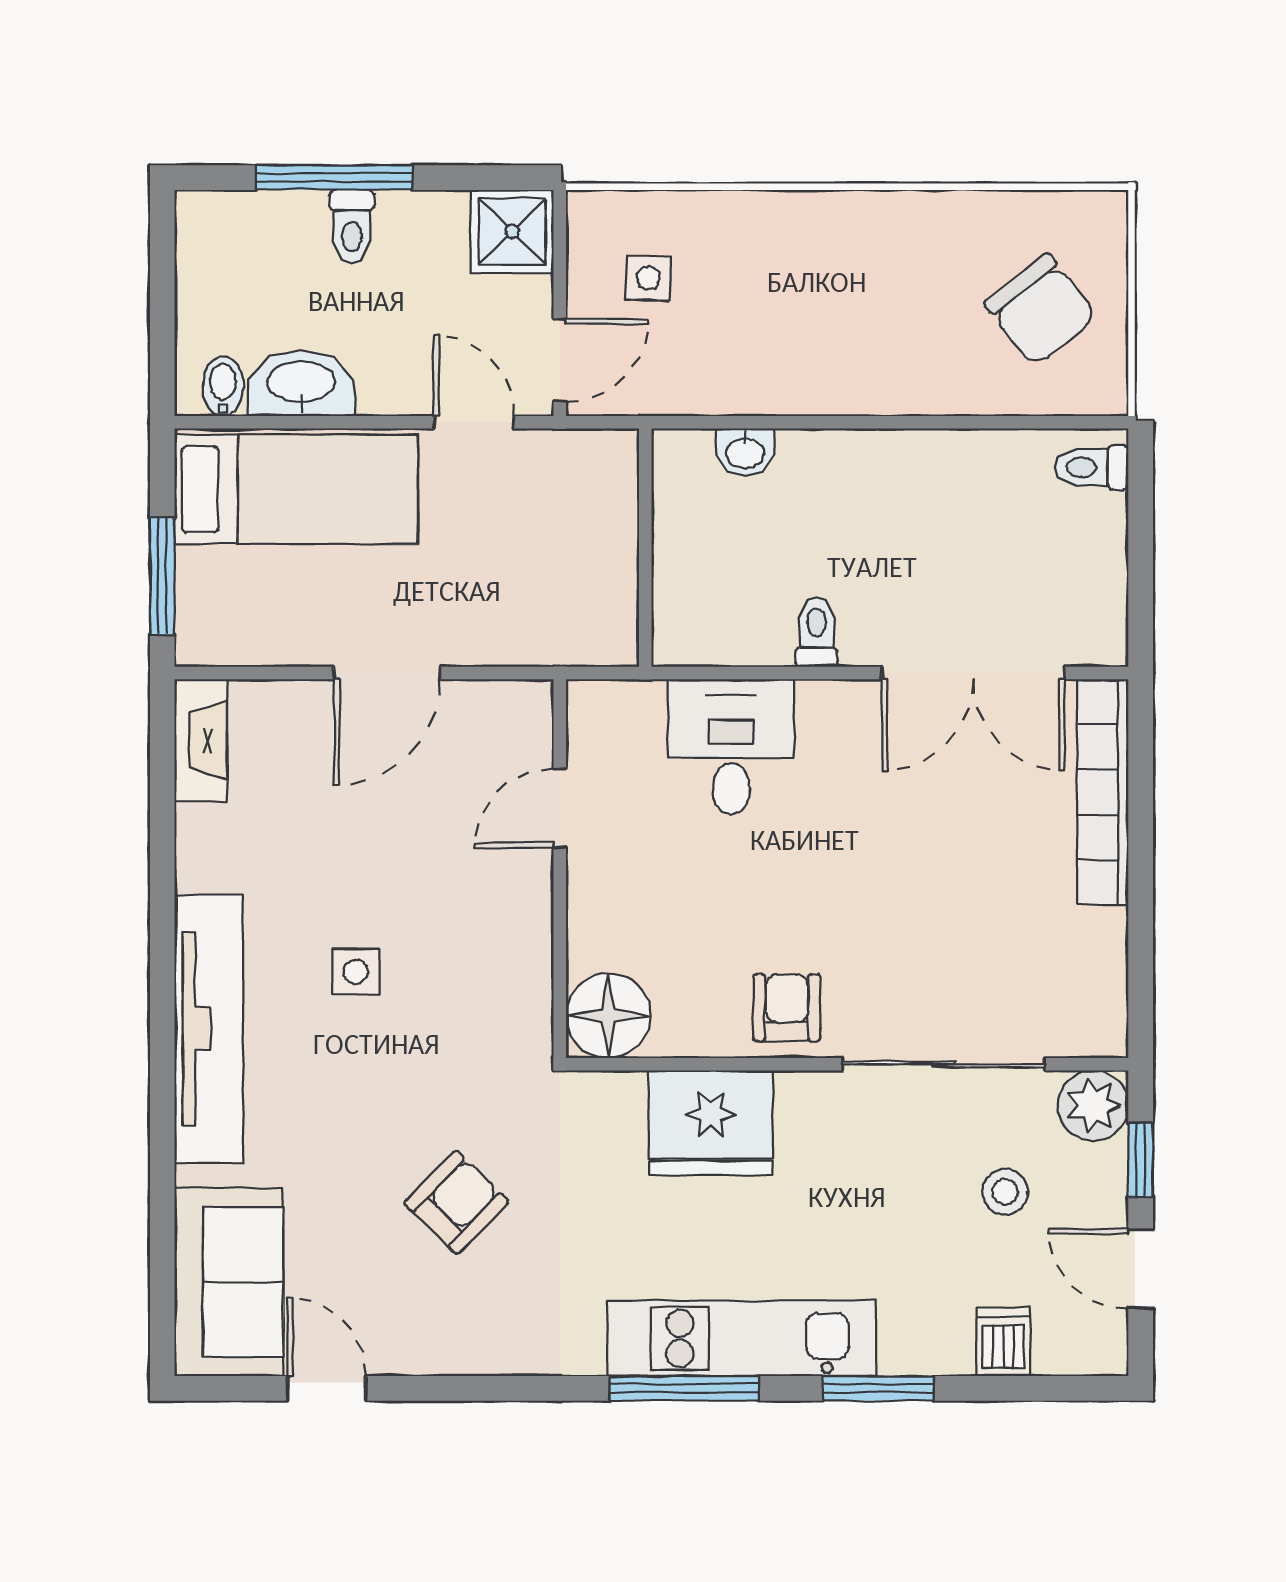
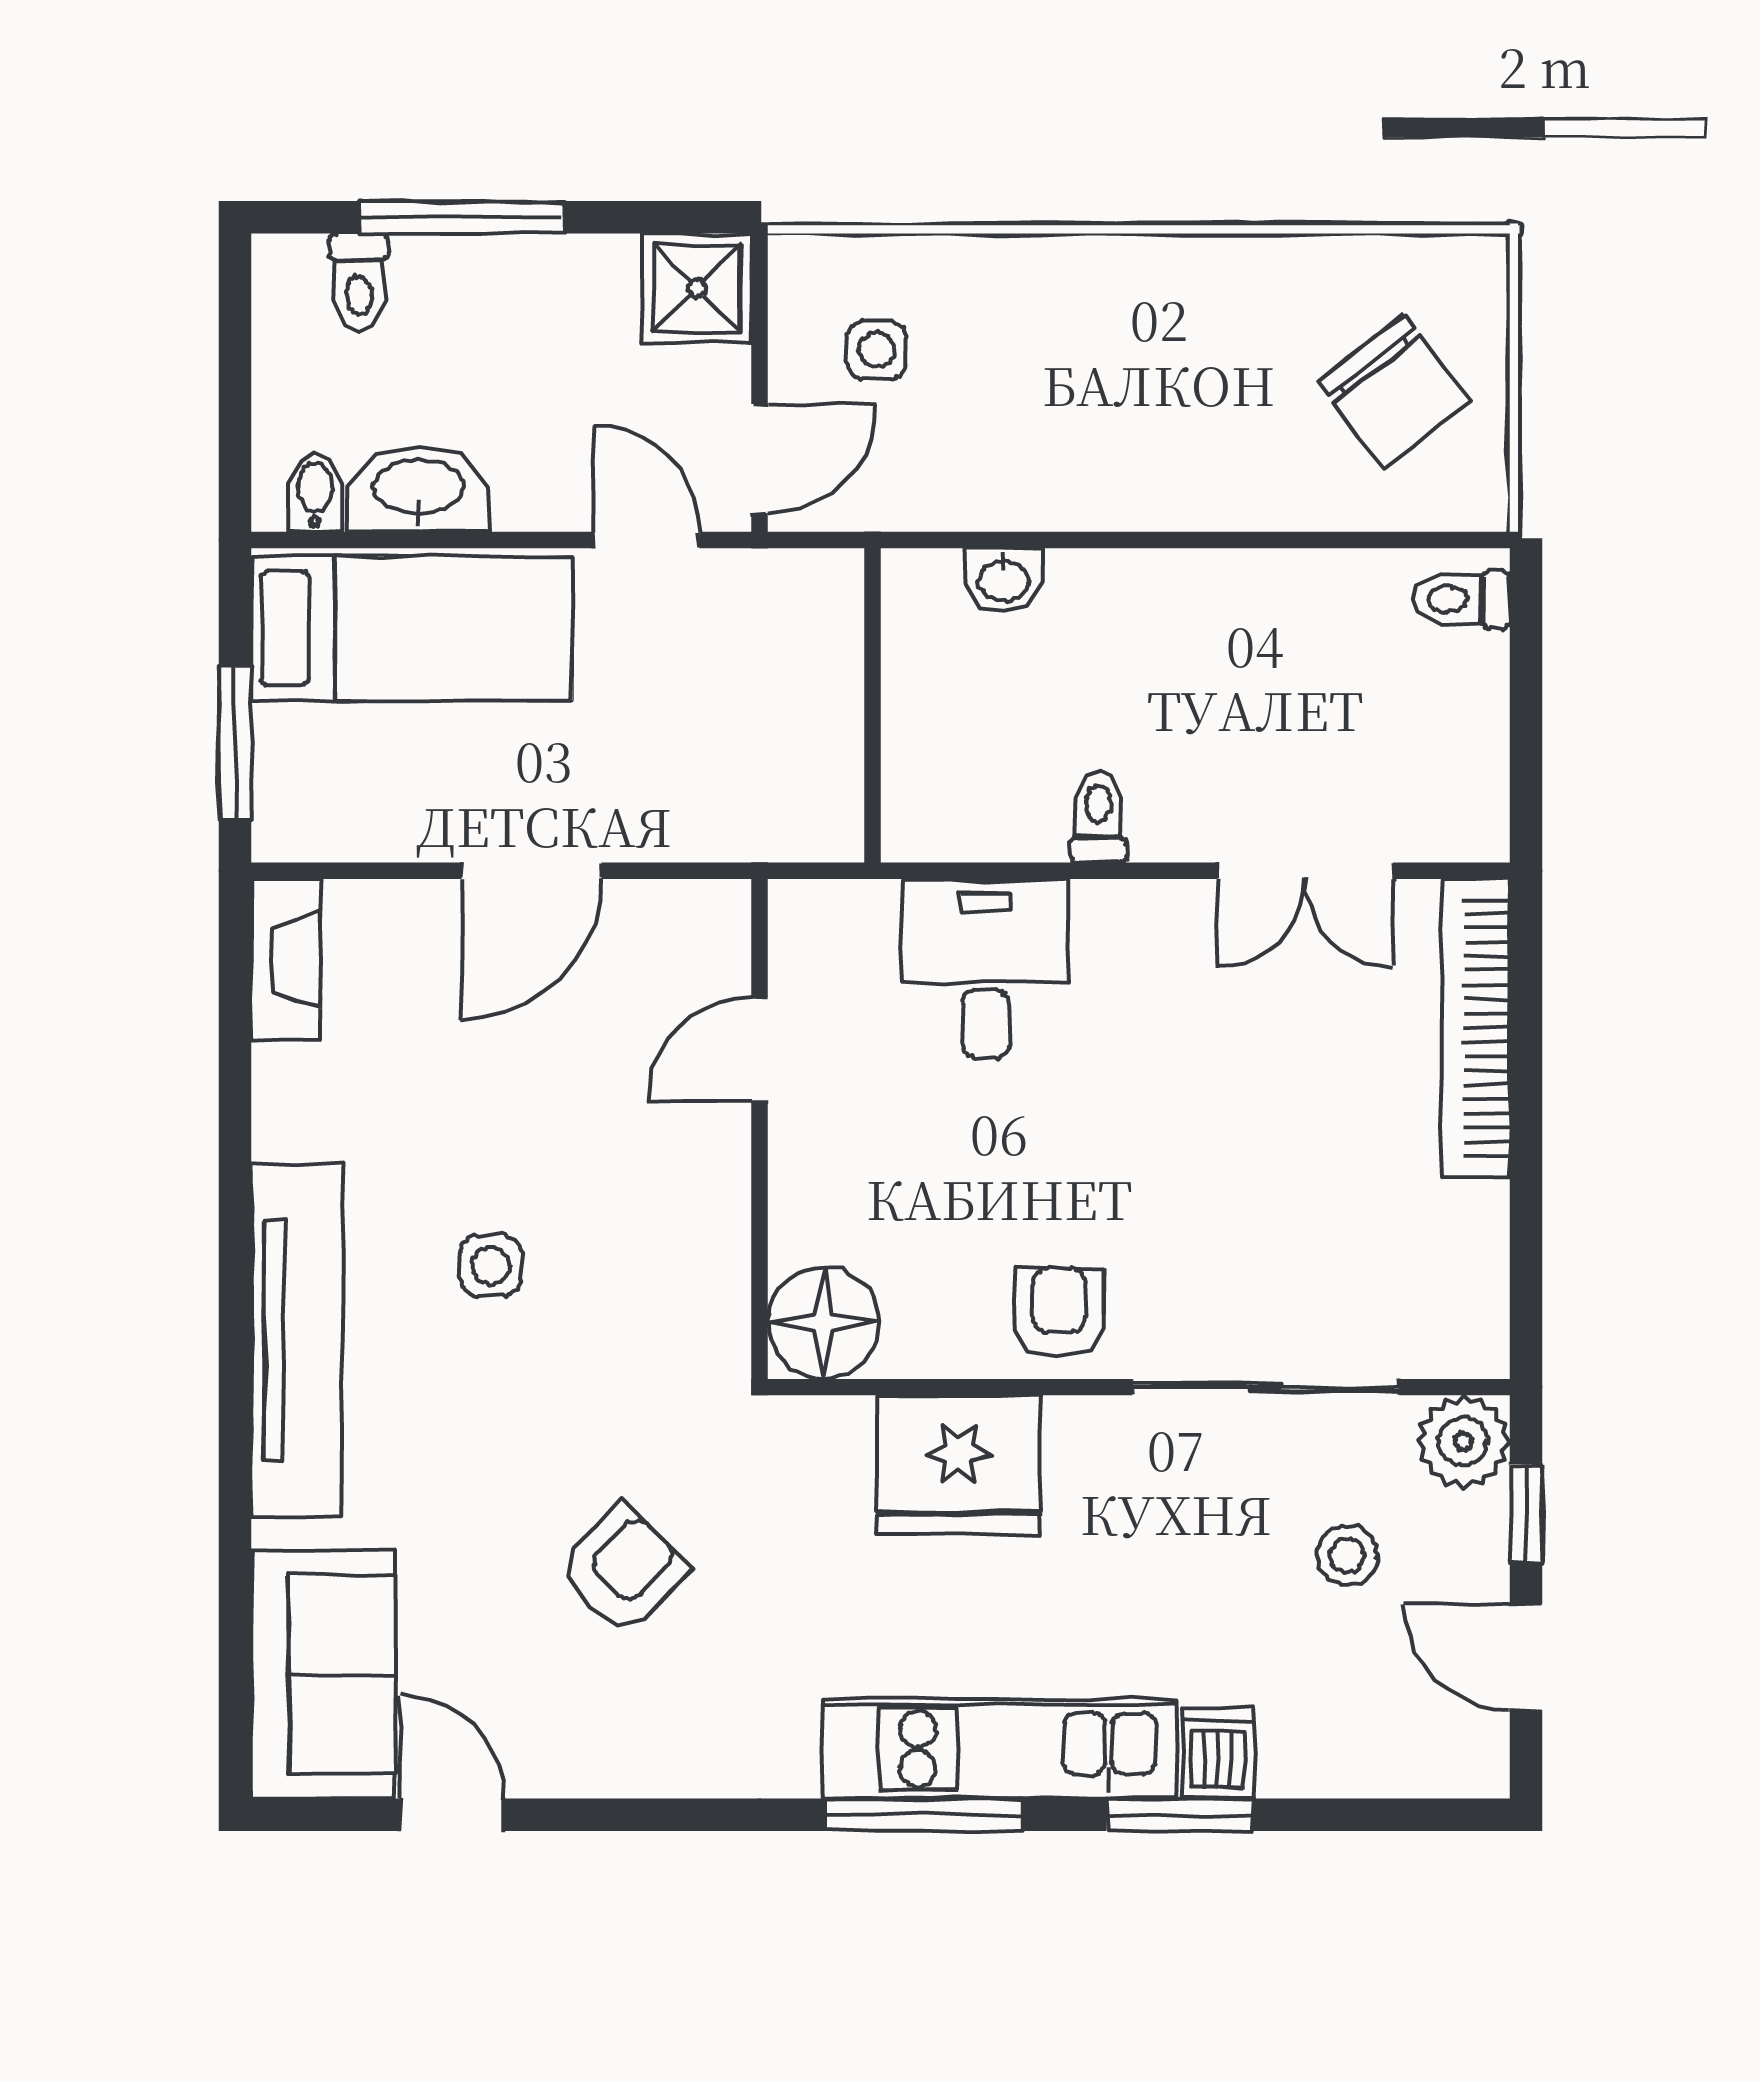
toilet: (352, 227) -> (359, 282), moved
double door: (973, 673) -> (1305, 871), width x0.73
dishwasher: (1003, 1342) -> (1218, 1753), moved

